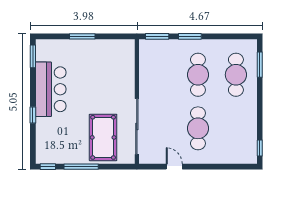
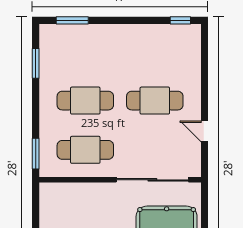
window: (190, 36) -> (36, 63), moved
cafe table: (236, 75) -> (85, 150), moved
door: (174, 167) -> (204, 131), hinge flipped

